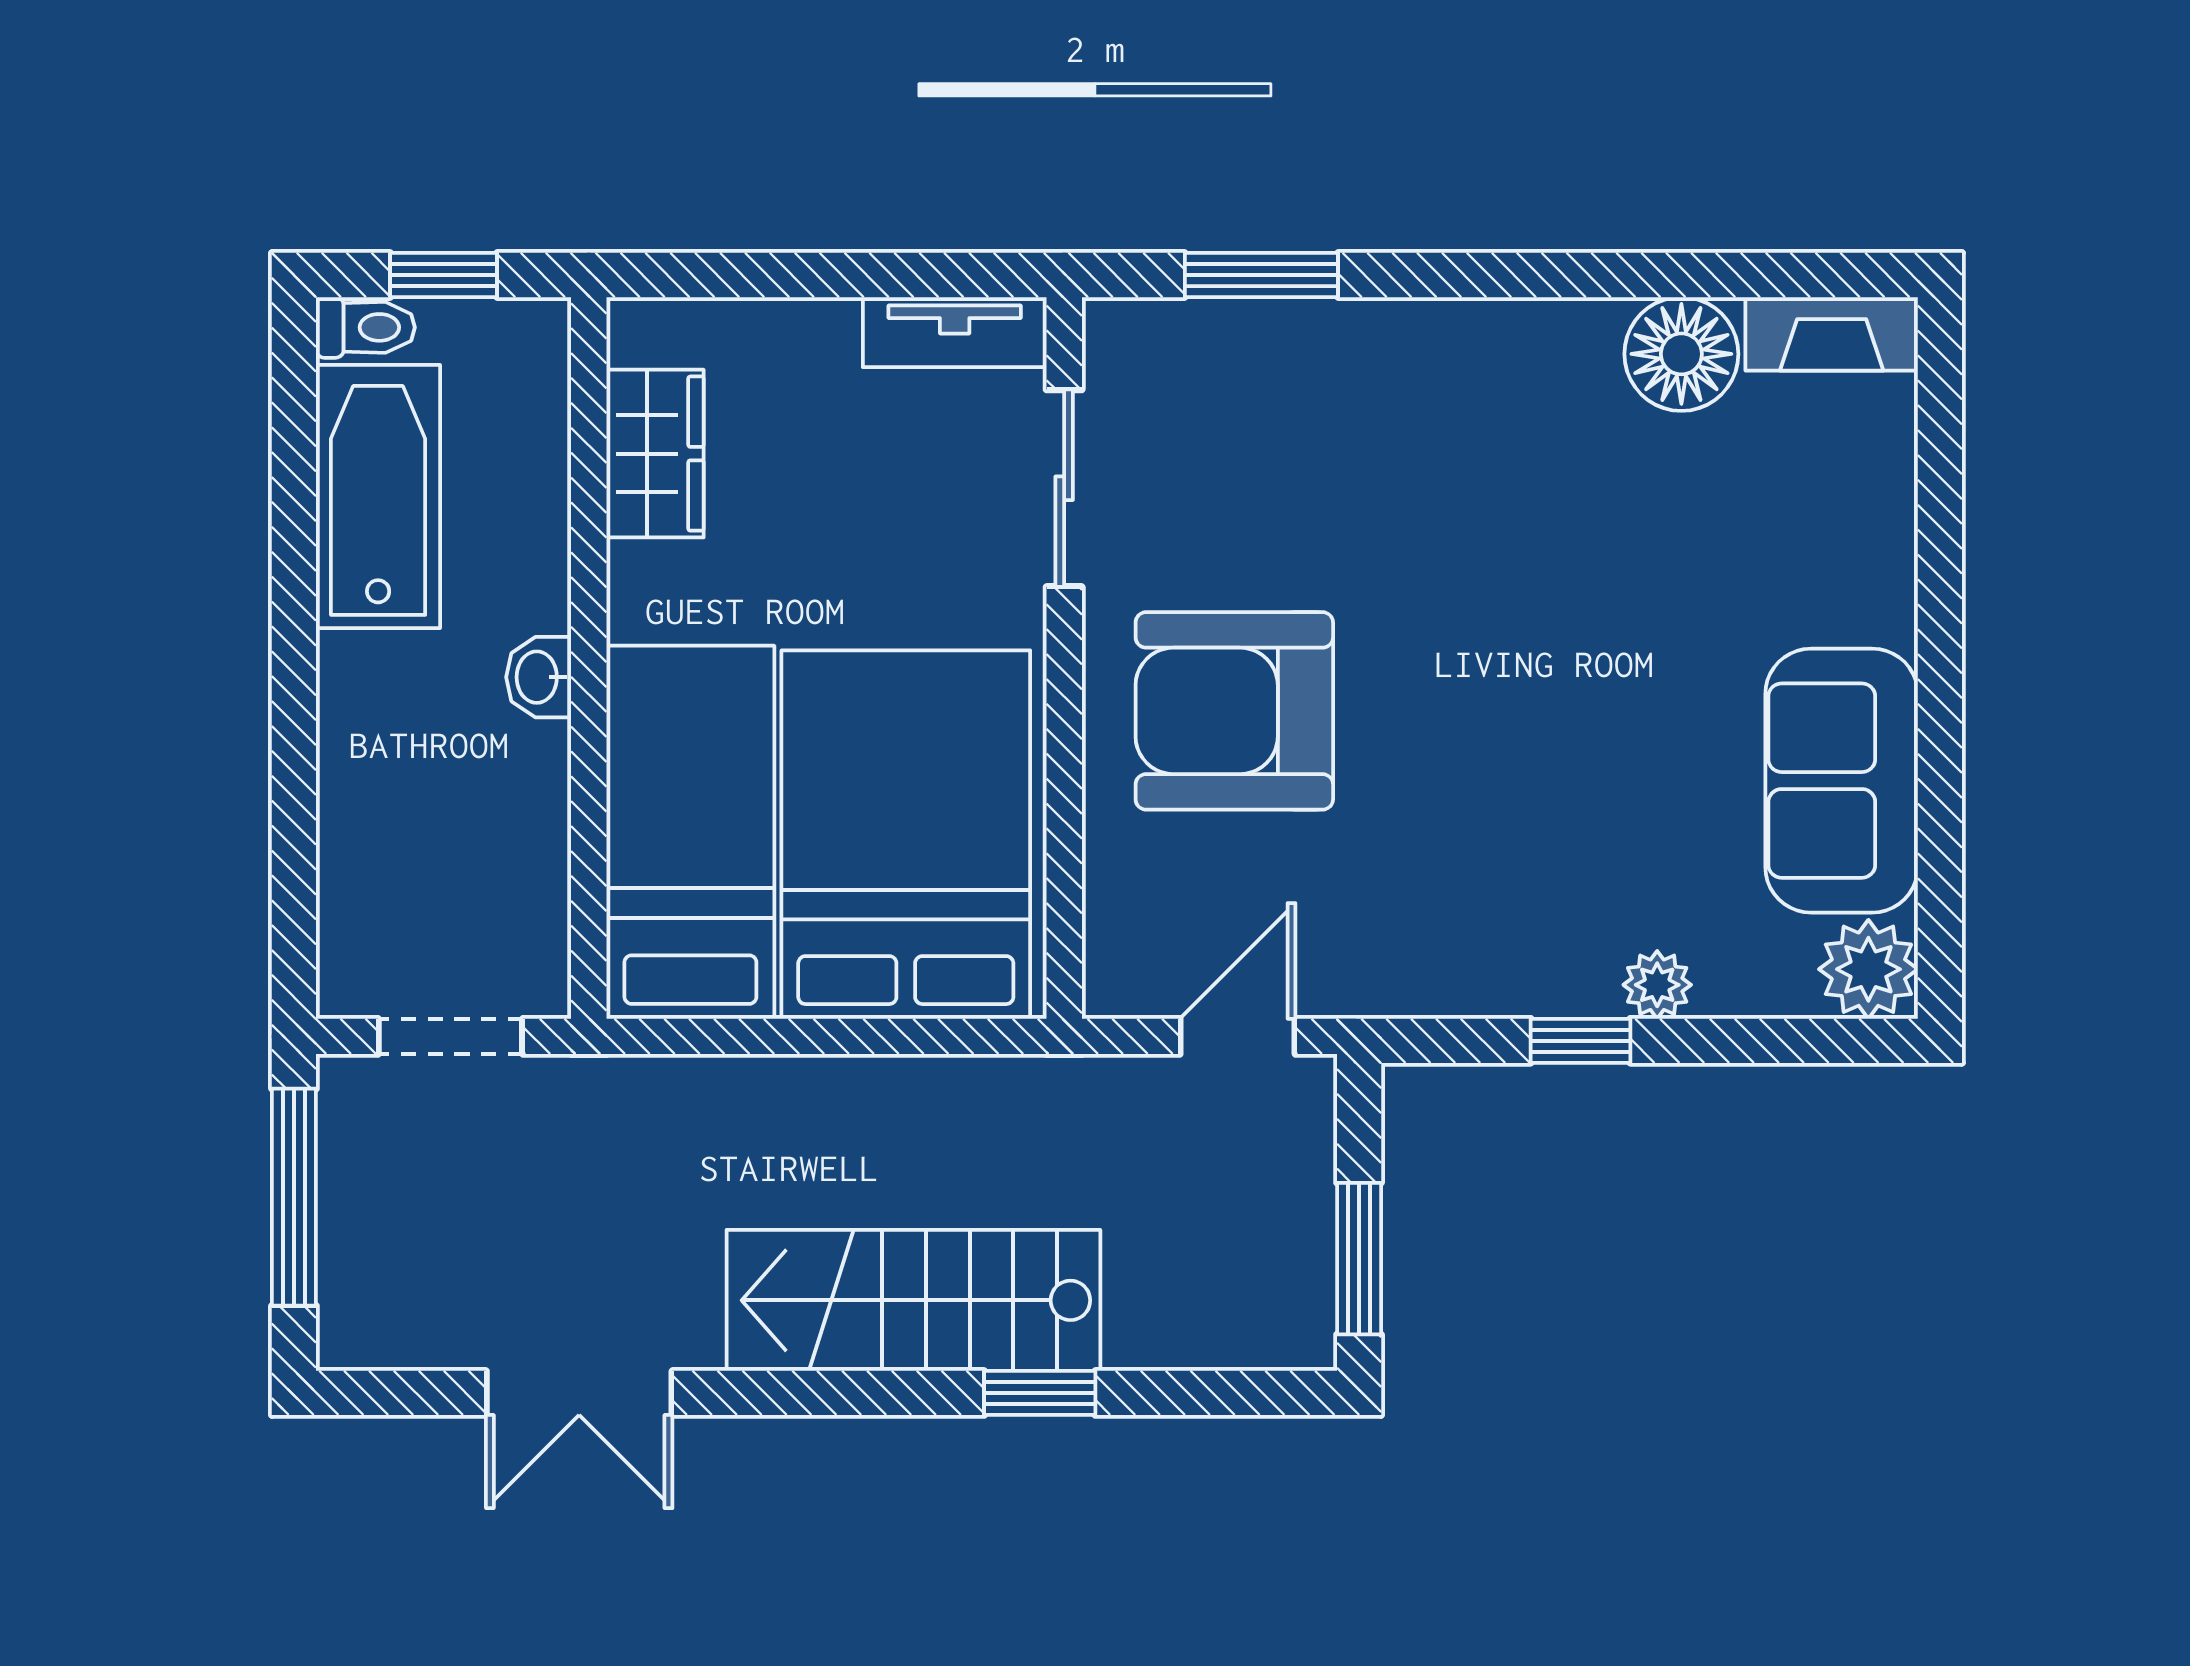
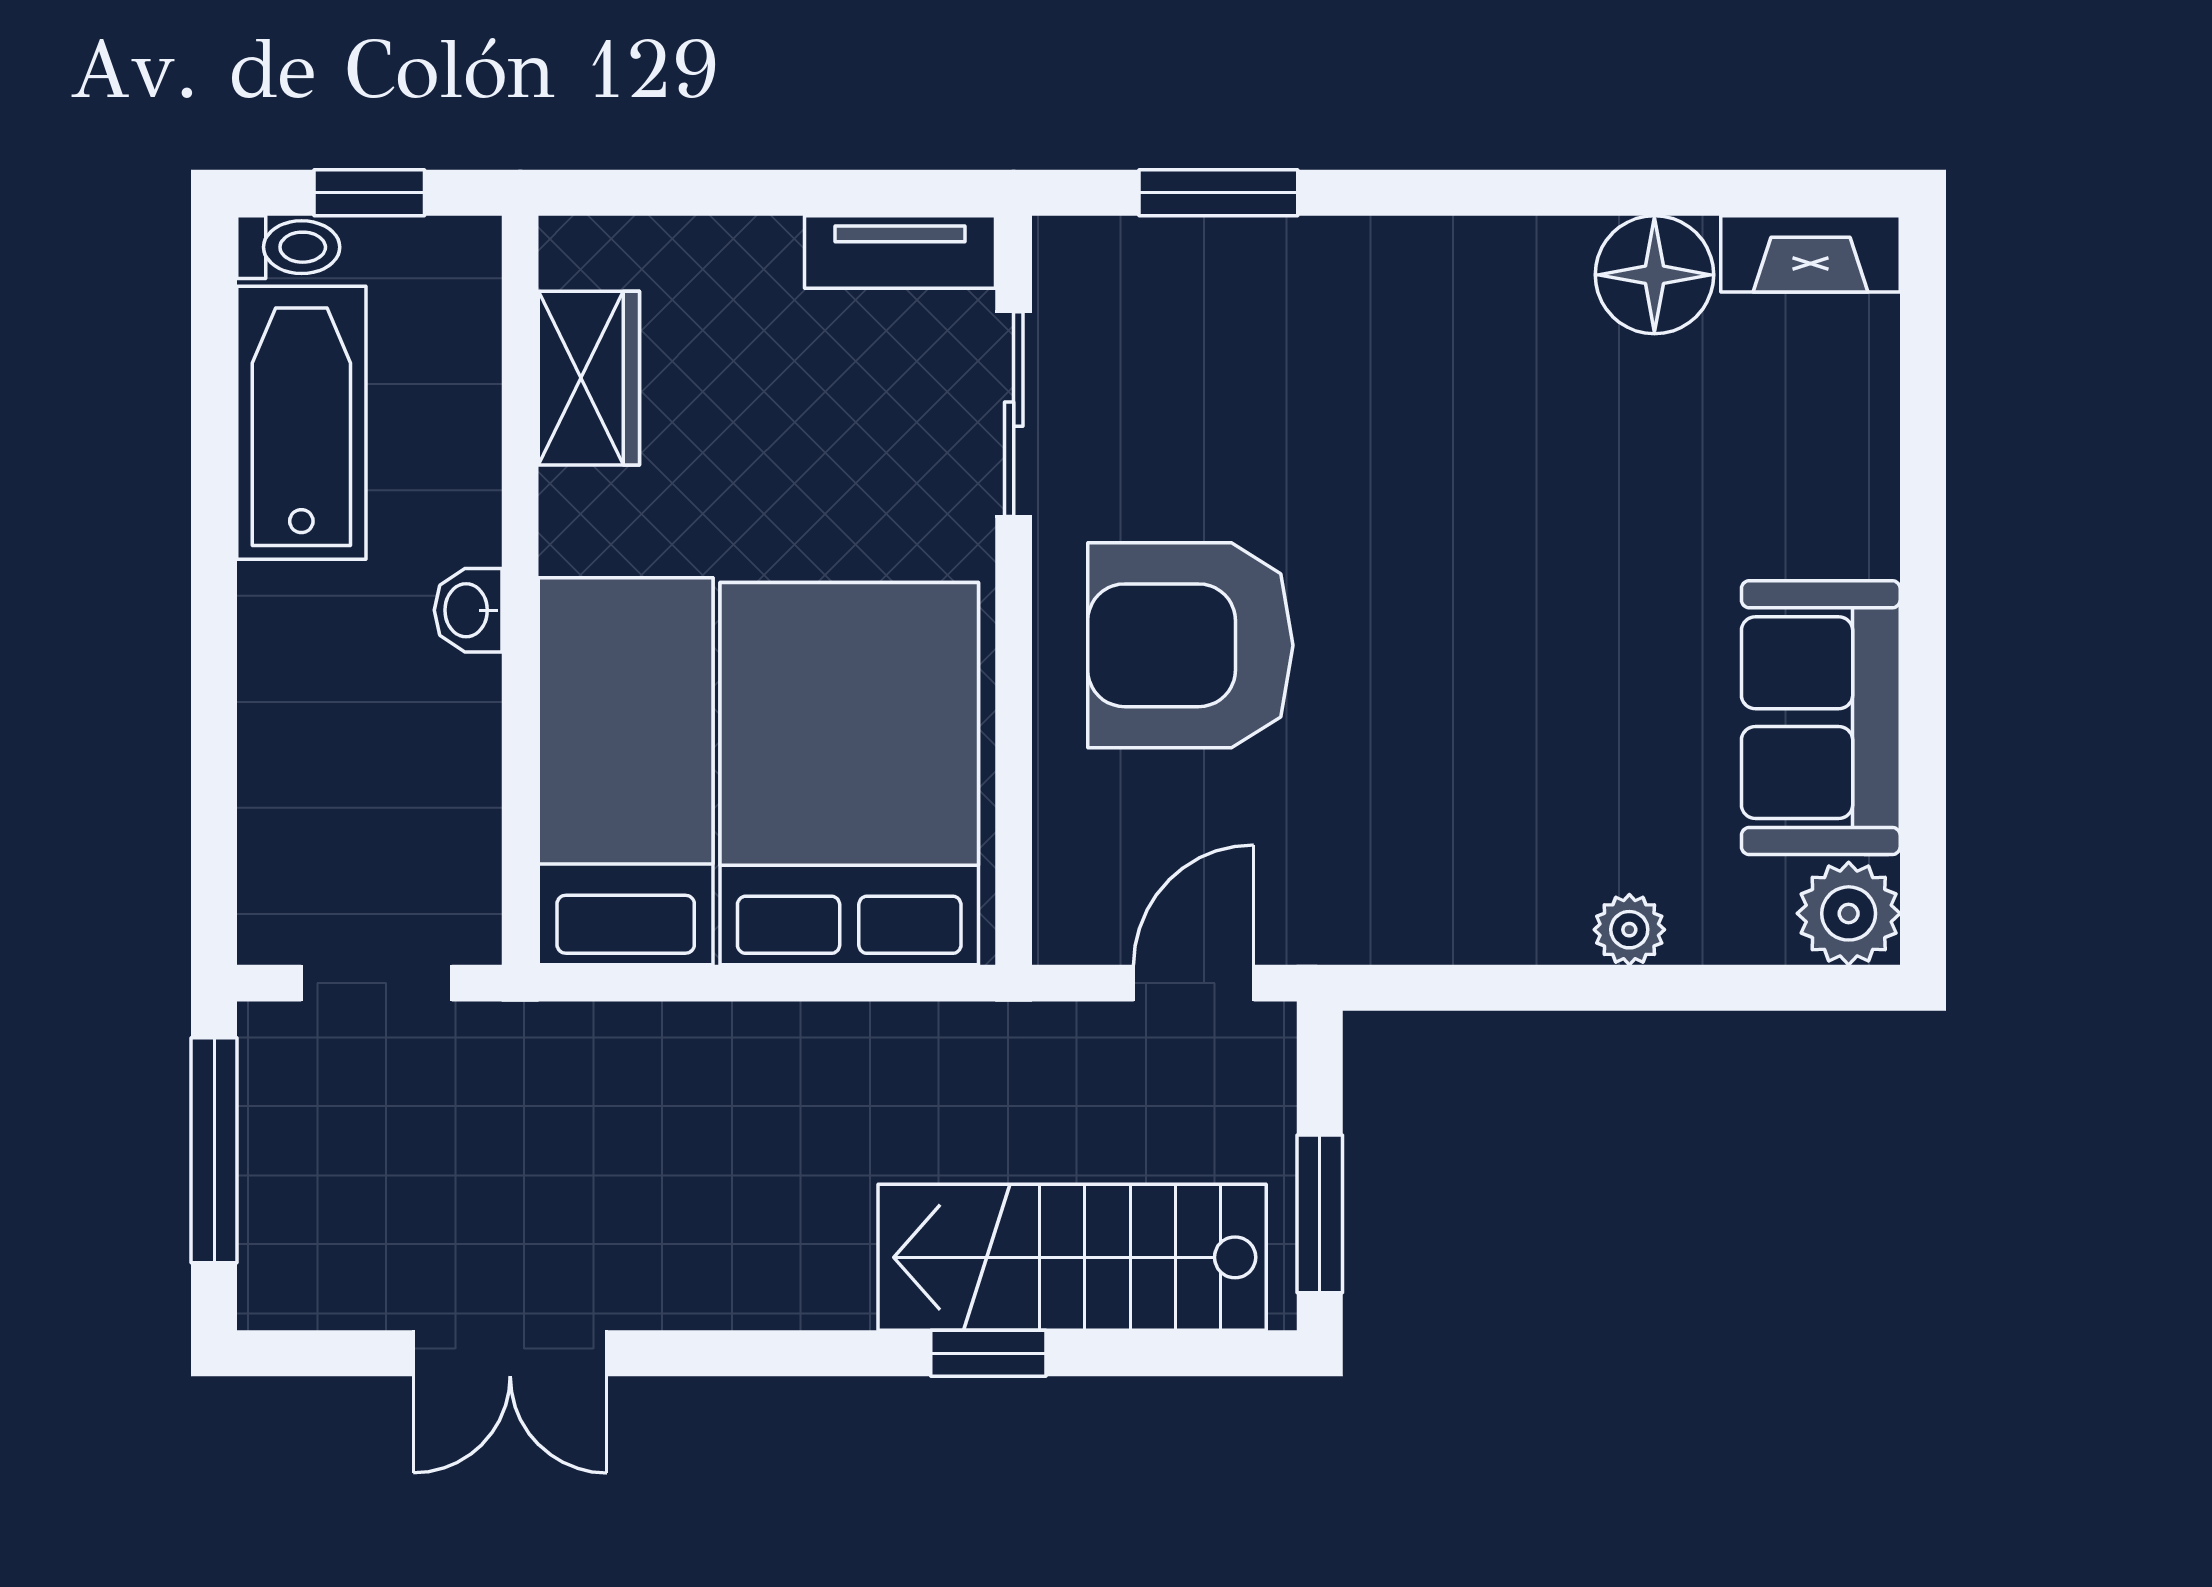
window: (1581, 1041) -> (1550, 988), removed
stairs: (913, 1300) -> (1072, 1257), moved

